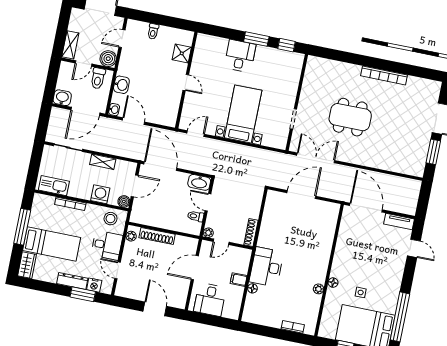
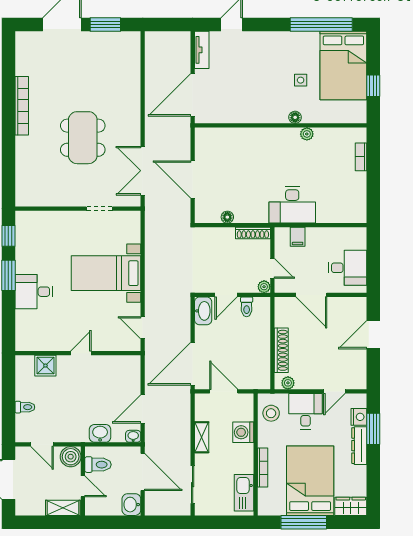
boiler: (124, 201) -> (246, 401), removed
bed: (52, 244) -> (310, 481), width x1.50
filing cabinet: (239, 280) -> (298, 237), moved
floor lamp: (252, 288) -> (227, 217), moved

